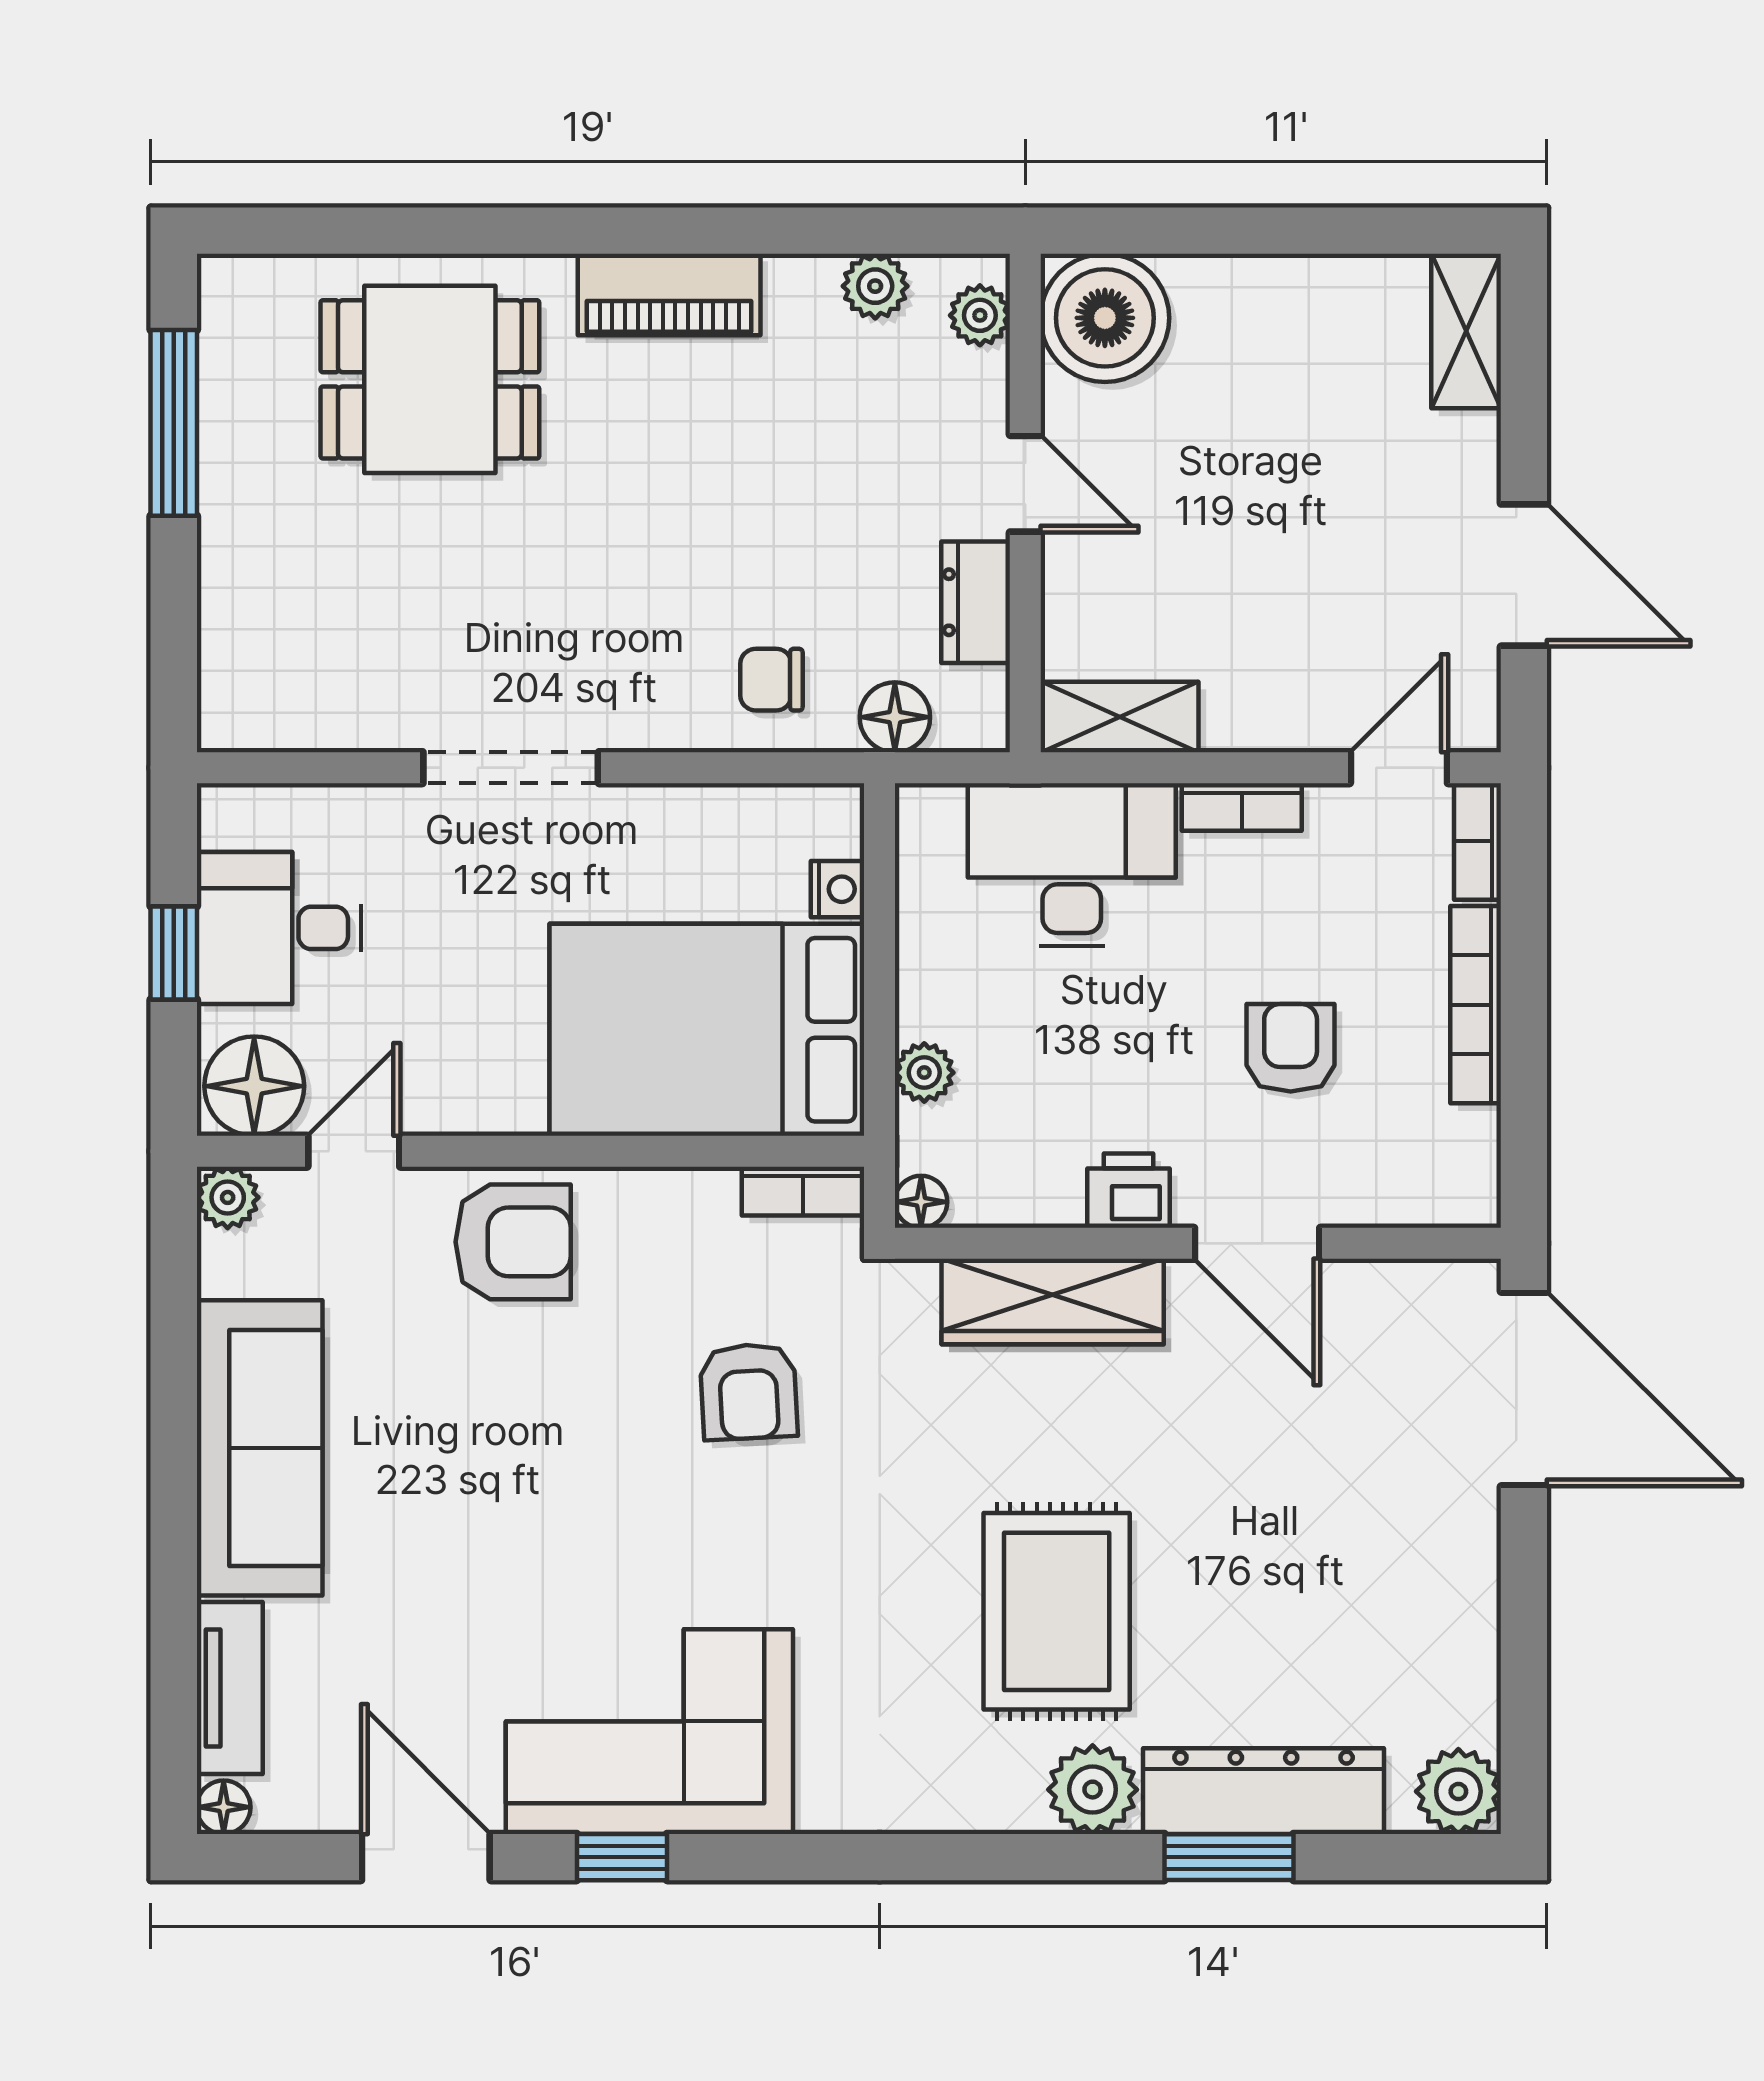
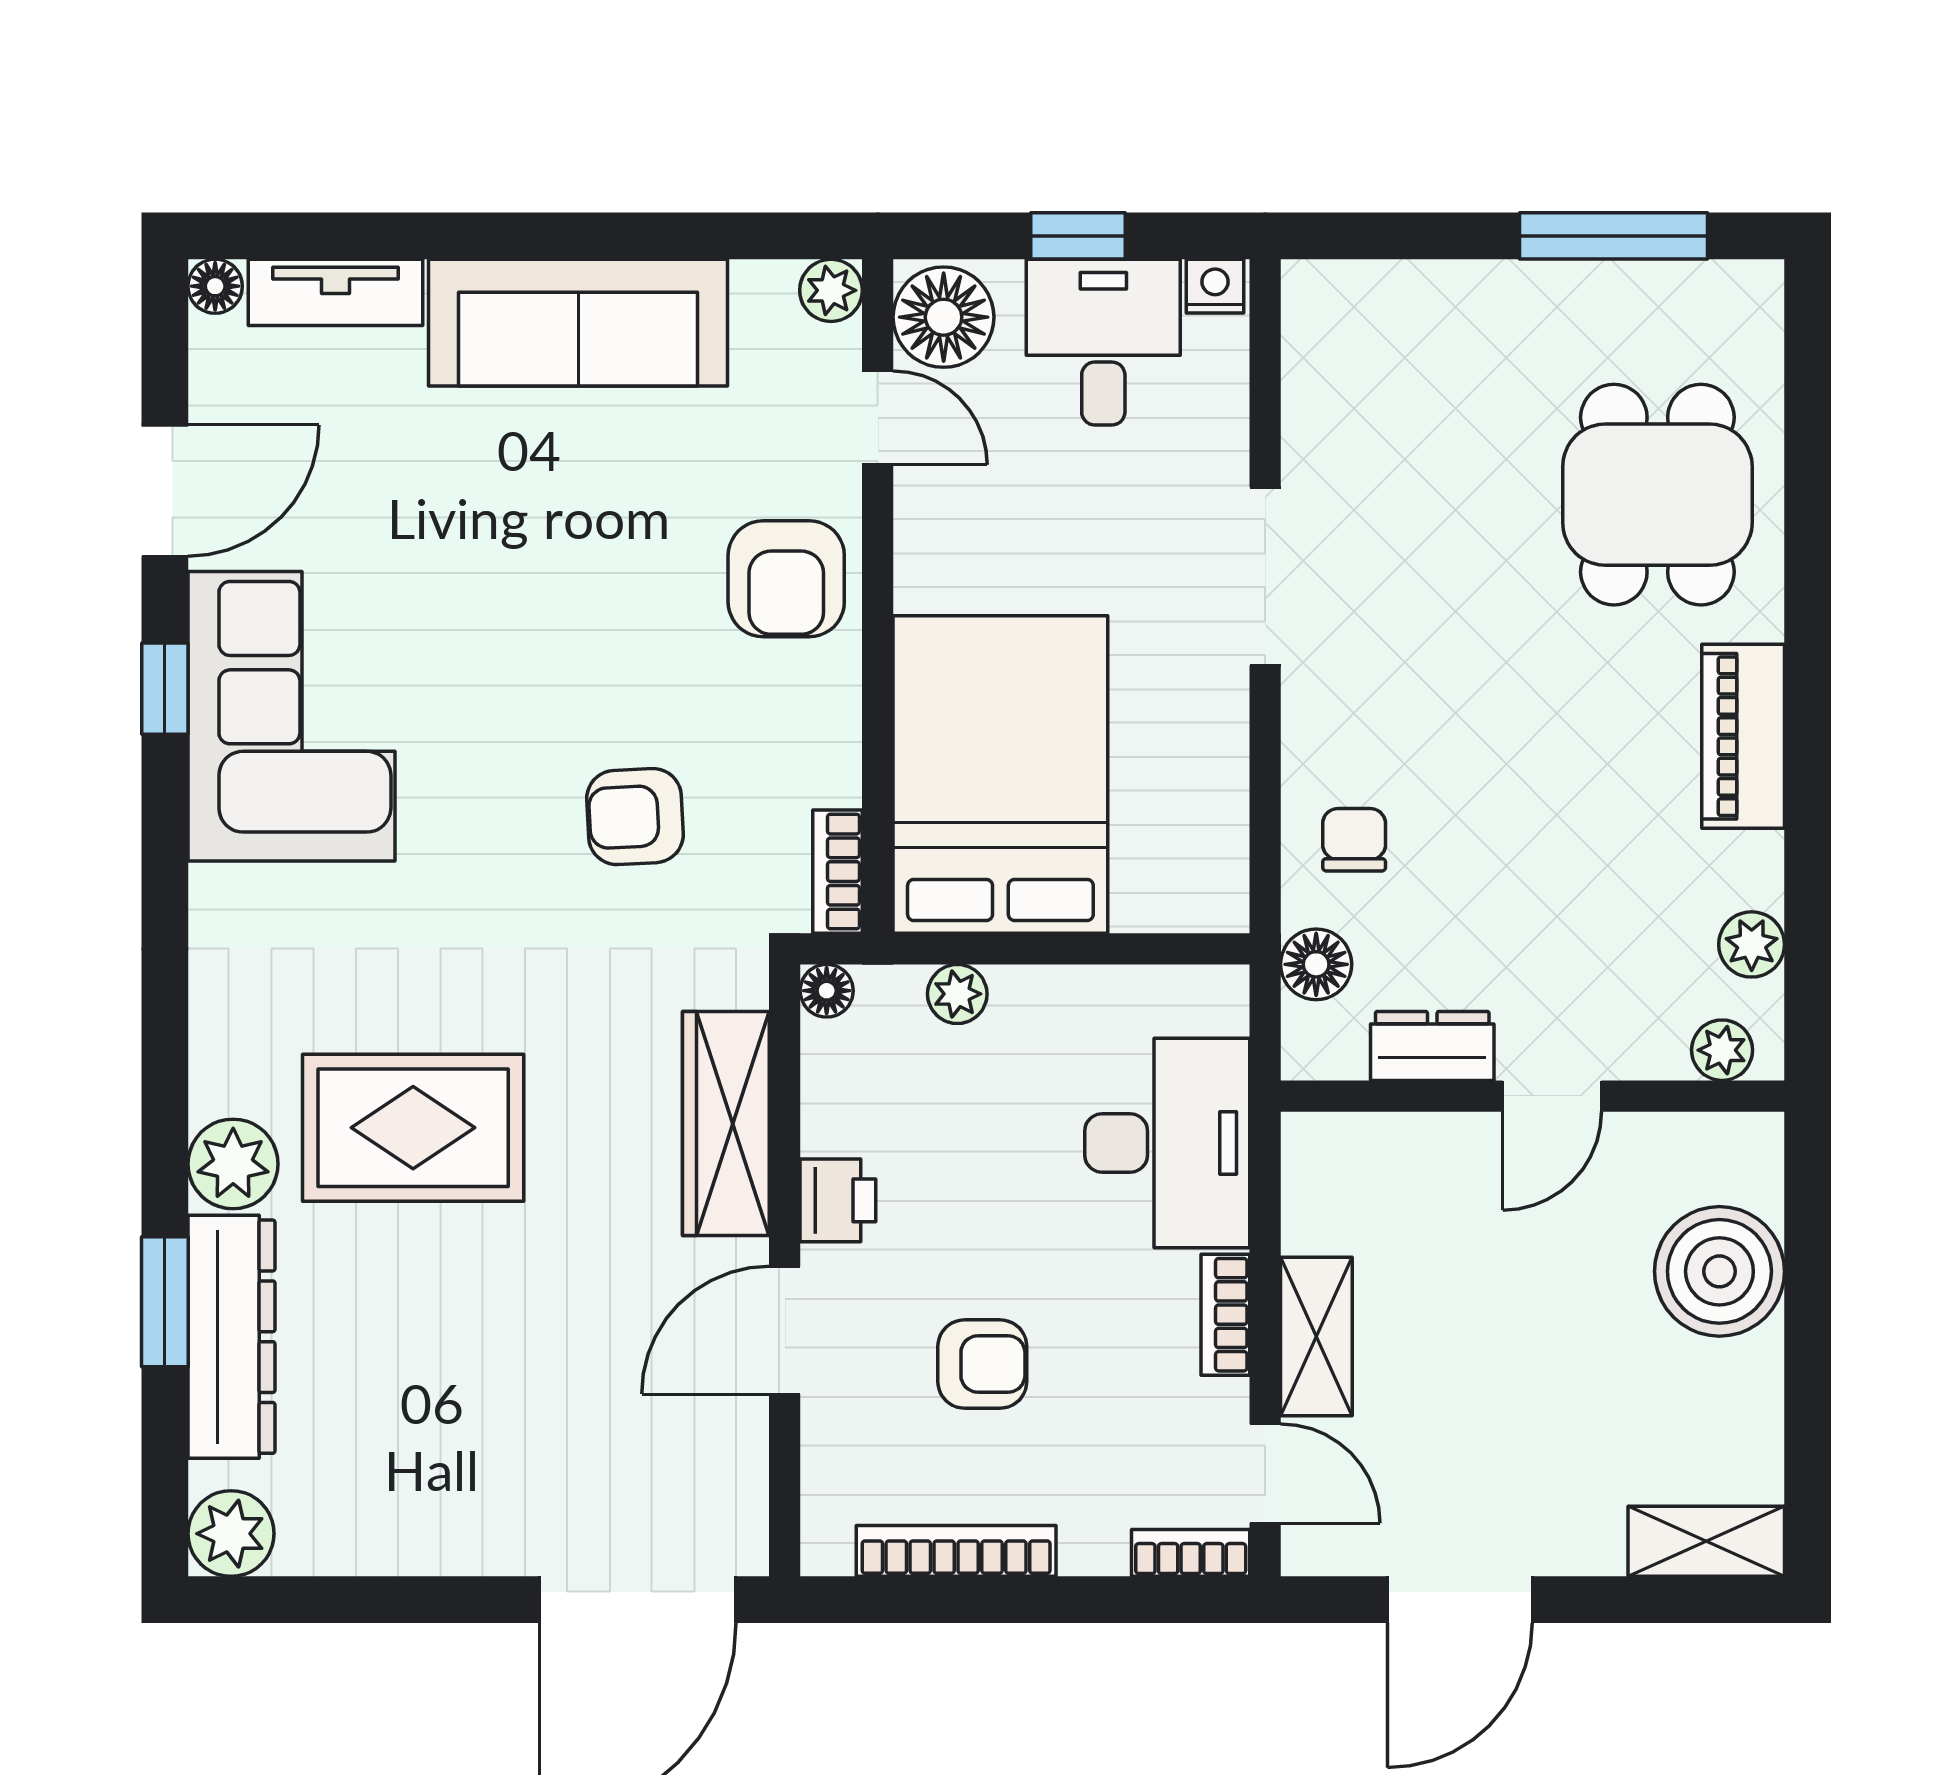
boiler: (1105, 318) -> (1719, 1271), moved
shelving: (1120, 717) -> (1316, 1337), moved
nightstand: (837, 889) -> (1215, 286), moved, turned 180
bookcase: (1476, 1005) -> (956, 1551), moved

